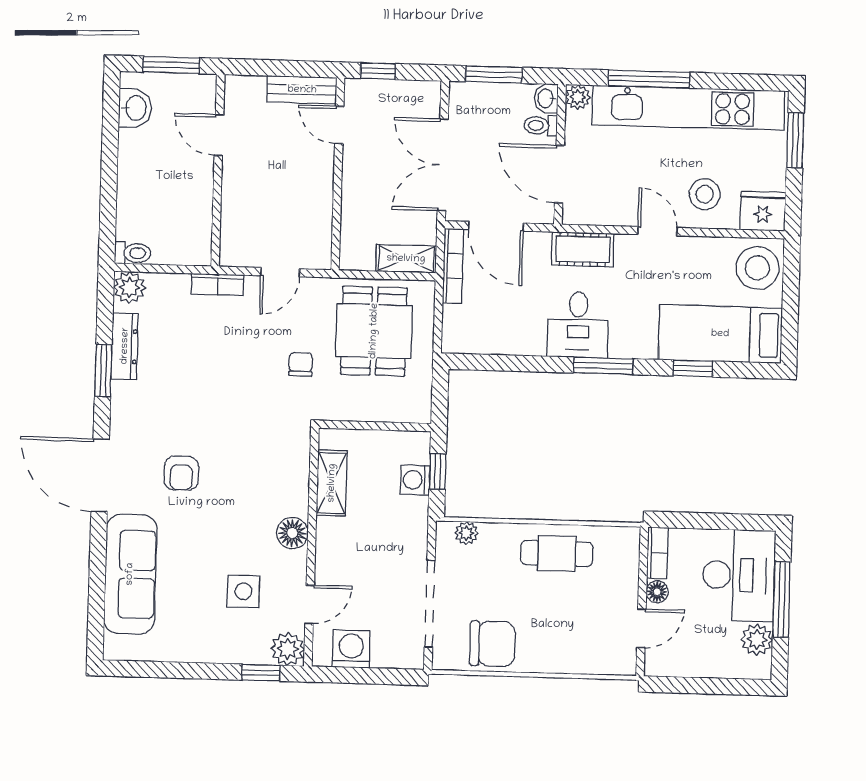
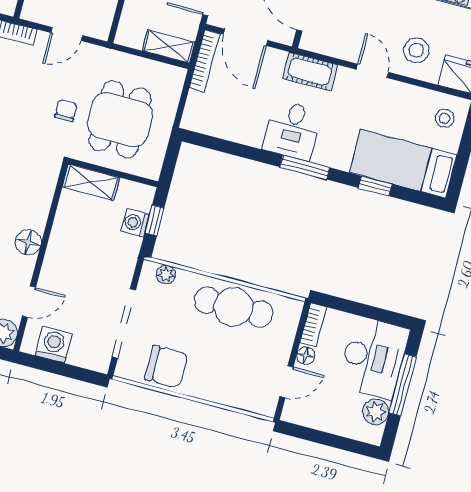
stool: (757, 268) -> (445, 118), width x0.53, depth x0.53
dining table: (374, 331) -> (120, 120), moved
shelving: (332, 483) -> (91, 182), moved, turned 90
cafe table: (557, 553) -> (233, 307), width x1.37, depth x1.35

